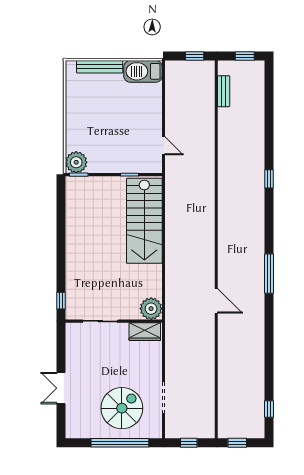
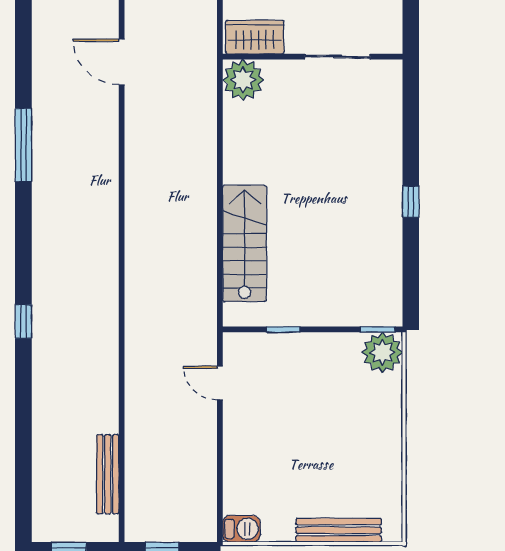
barbecue: (143, 71) -> (241, 529), width x0.53, depth x0.65
bench: (224, 91) -> (108, 474), width x1.36
stairs: (144, 221) -> (245, 243), width x0.73, depth x0.66
window: (61, 301) -> (411, 202), moved
door: (216, 301) -> (122, 62), moved

